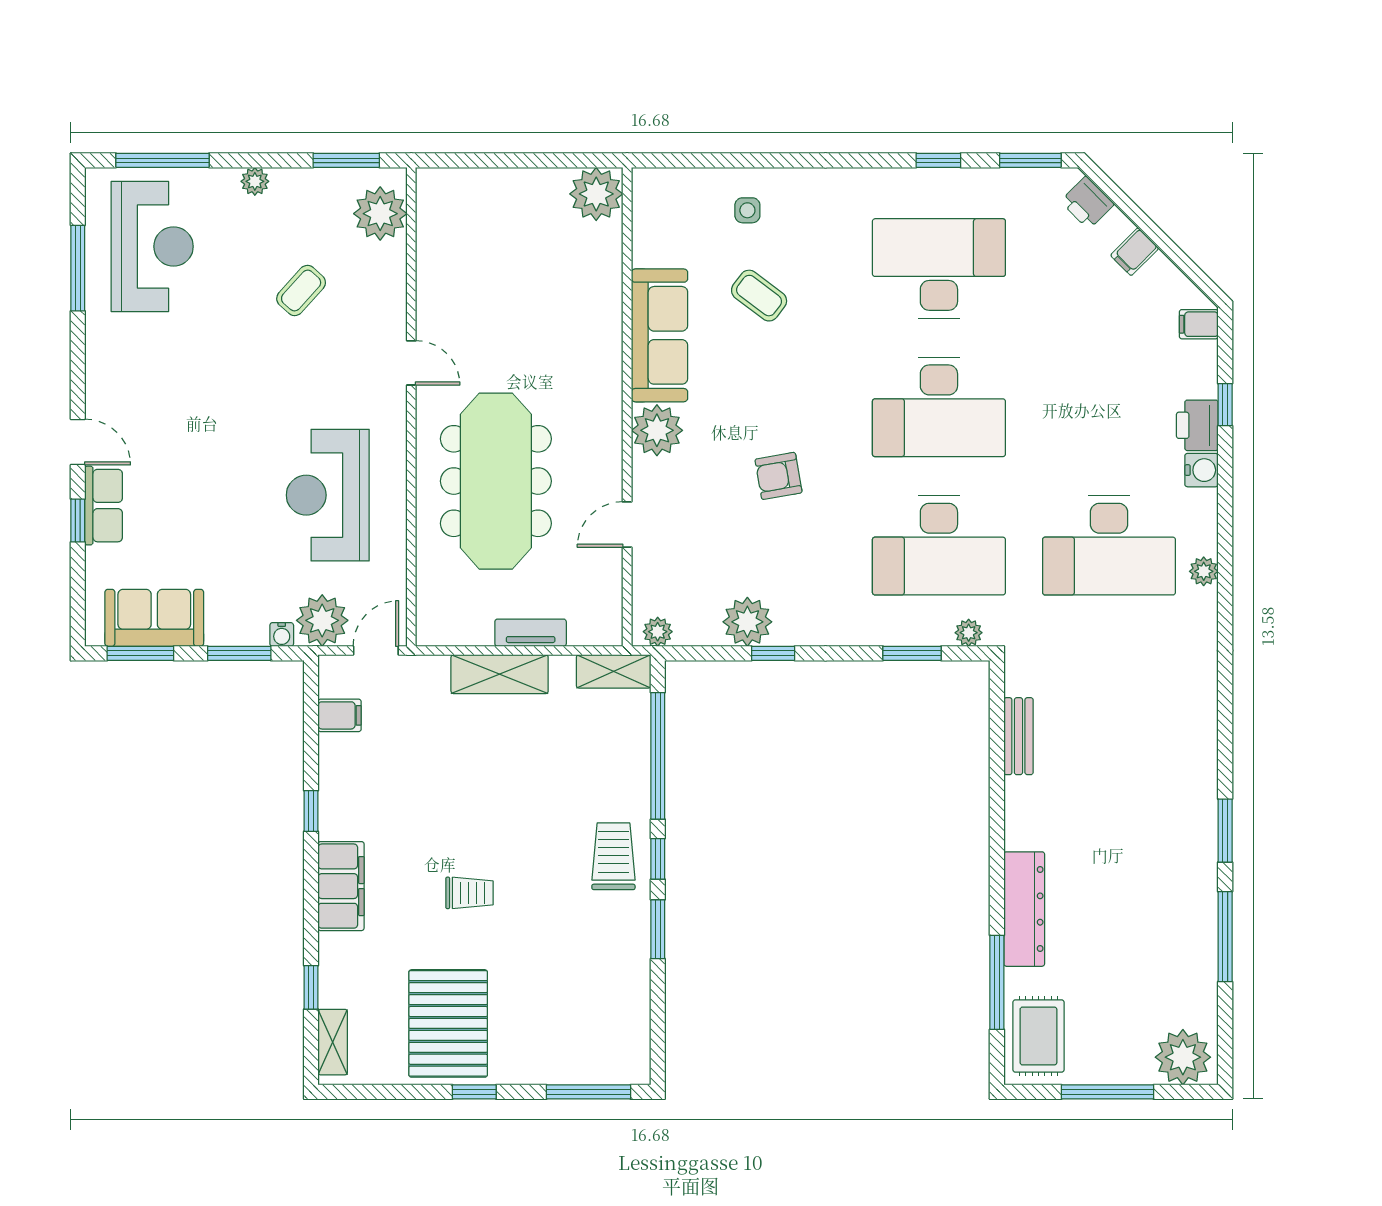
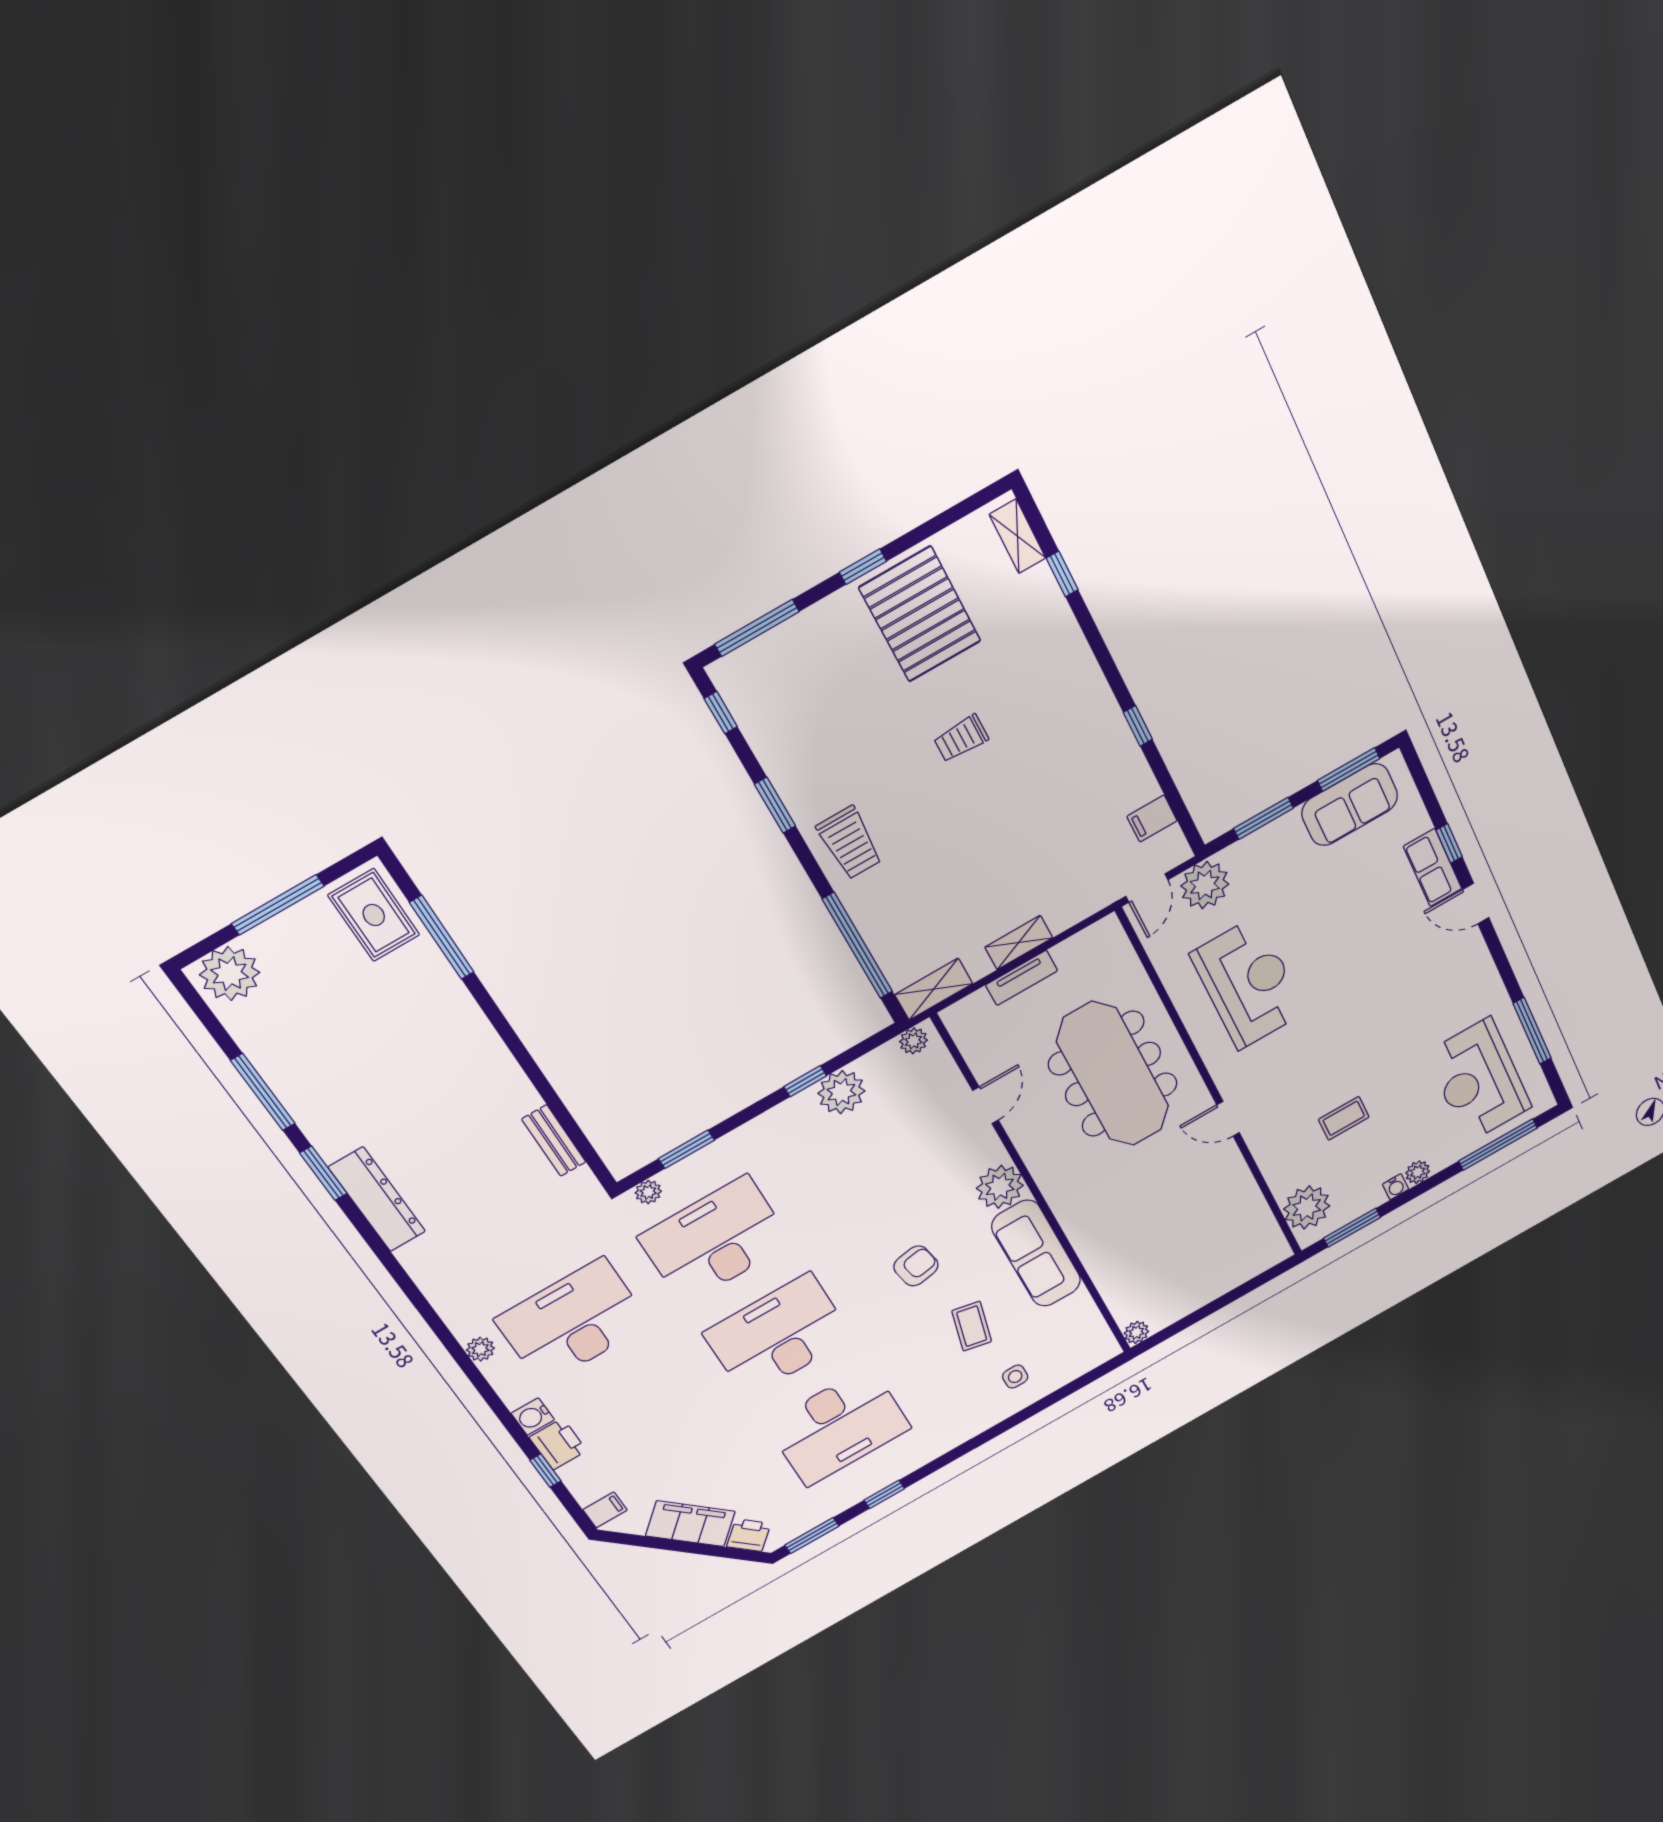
plant: (596, 194) -> (1136, 1332), width x0.53, depth x0.53
filing cabinet: (1135, 252) -> (690, 1524), width x3.00, depth x1.17
coffee table: (301, 290) -> (1344, 1118), turned 48
coffee table: (759, 296) -> (972, 1326), turned 66
armchair: (779, 476) -> (916, 1266), moved
water cooler: (282, 635) -> (1396, 1187), moved, turned 180
shelving: (500, 674) -> (1019, 942), width x0.67, depth x0.75
window: (658, 859) -> (721, 713), moved
filing cabinet: (341, 886) -> (1079, 678), removed
dresser: (1024, 909) -> (377, 1199), moved, turned 180

